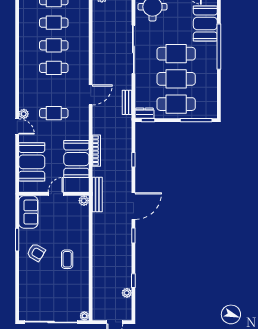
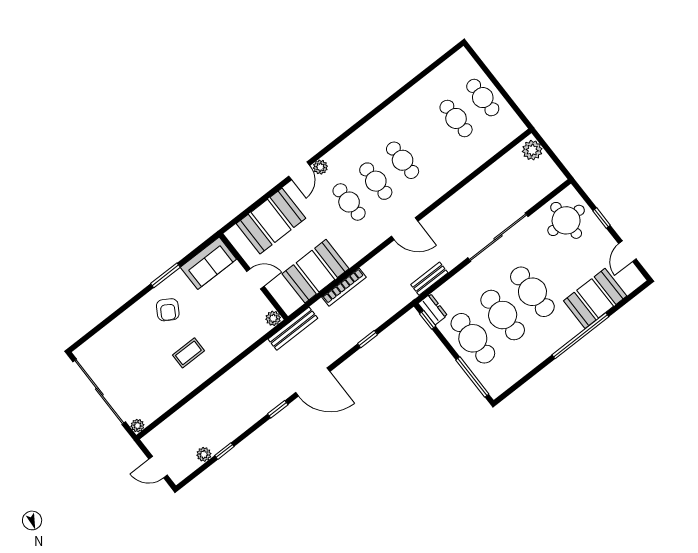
cafe table: (54, 45) -> (376, 181), moved

